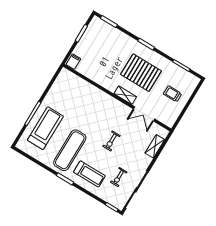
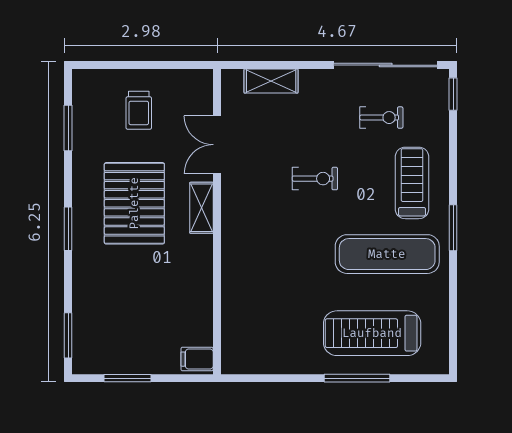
double door: (144, 114) -> (217, 145), swing flipped

